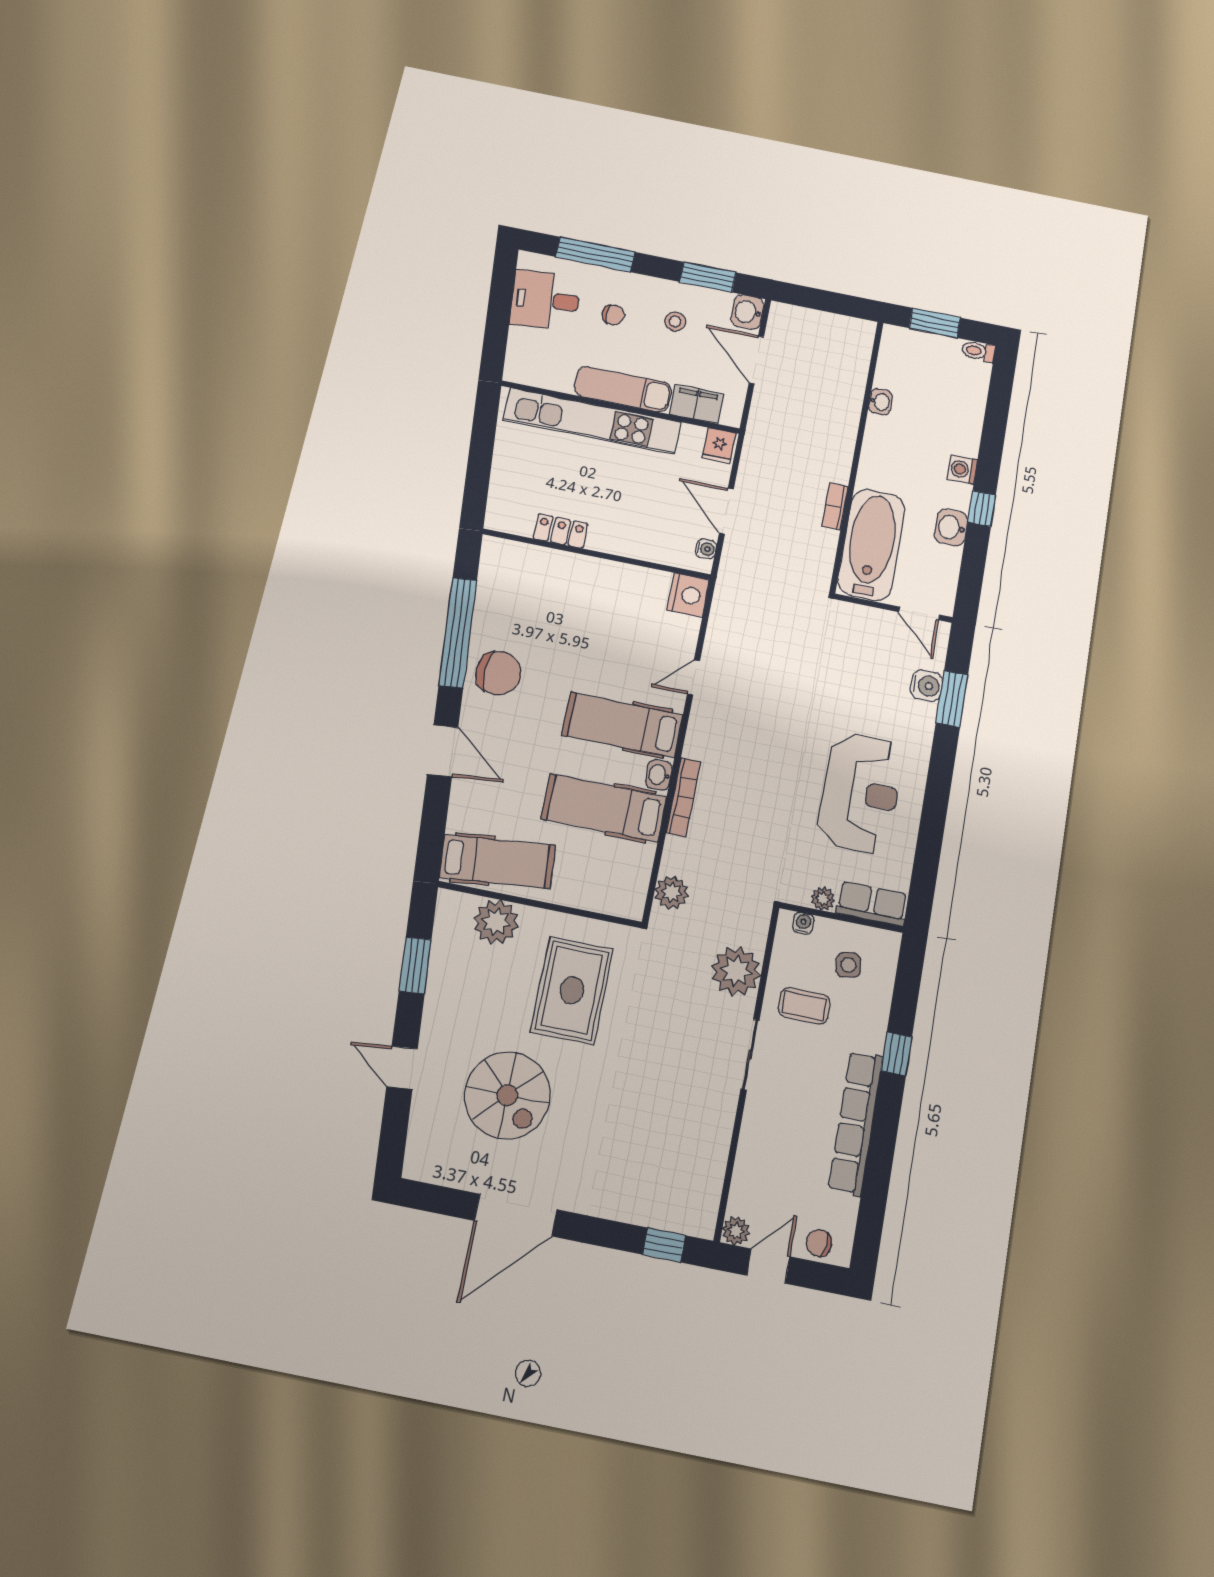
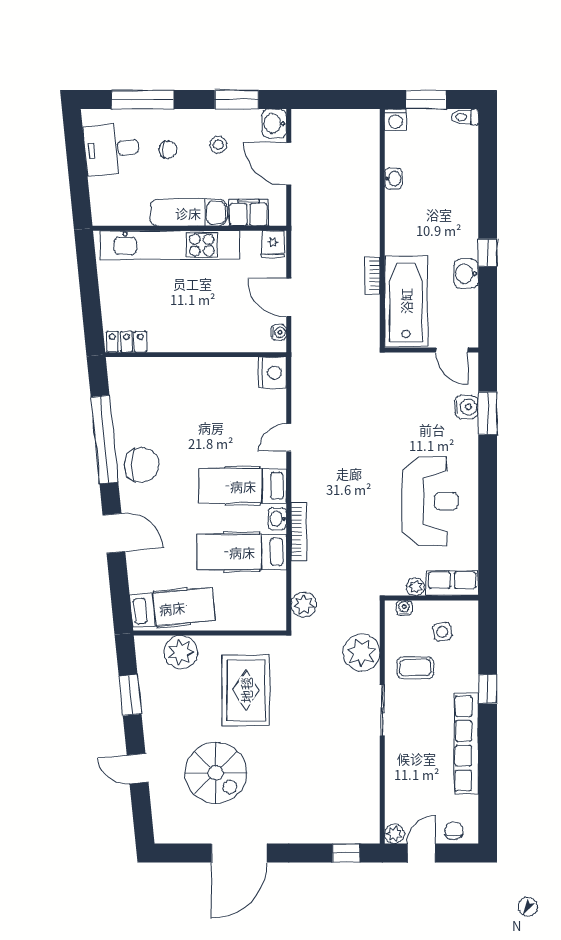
washing machine: (962, 470) -> (395, 120), moved, turned -90
locker: (561, 531) -> (126, 342), moved
chair: (819, 1243) -> (454, 831), turned 82

